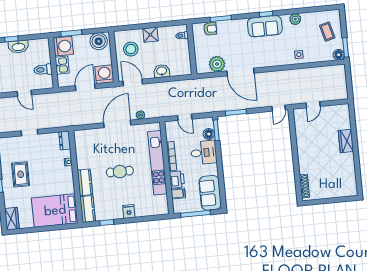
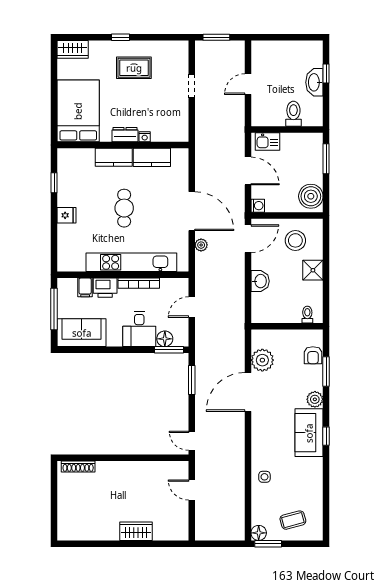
plant: (295, 19) -> (315, 399), moved
washing machine: (63, 46) -> (309, 146), removed
kitchen sink: (62, 65) -> (267, 141), moved
toilet: (43, 70) -> (293, 114), moved
washing machine: (104, 74) -> (258, 206), width x0.53, depth x0.53
dresser: (65, 140) -> (125, 135), moved
kitchen counter: (88, 209) -> (152, 157), moved

